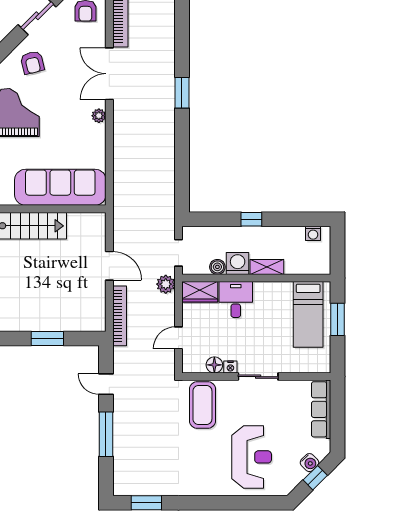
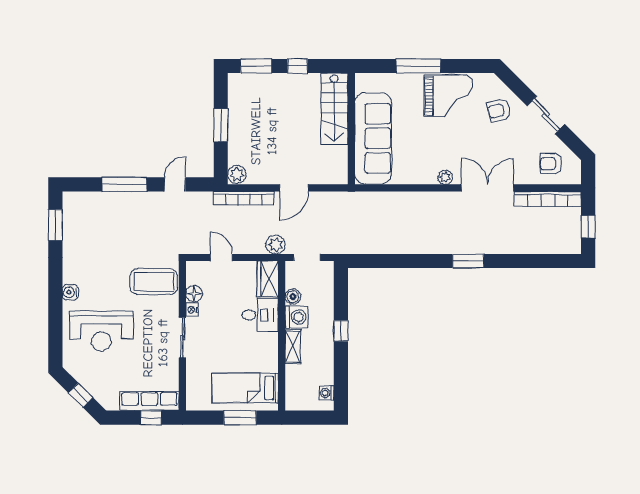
plant: (96, 322) -> (237, 175), added
window: (338, 408) -> (151, 418), added
water cooler: (309, 463) -> (70, 292), moved, turned 45

